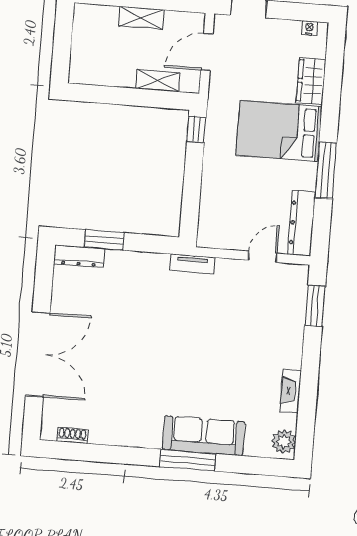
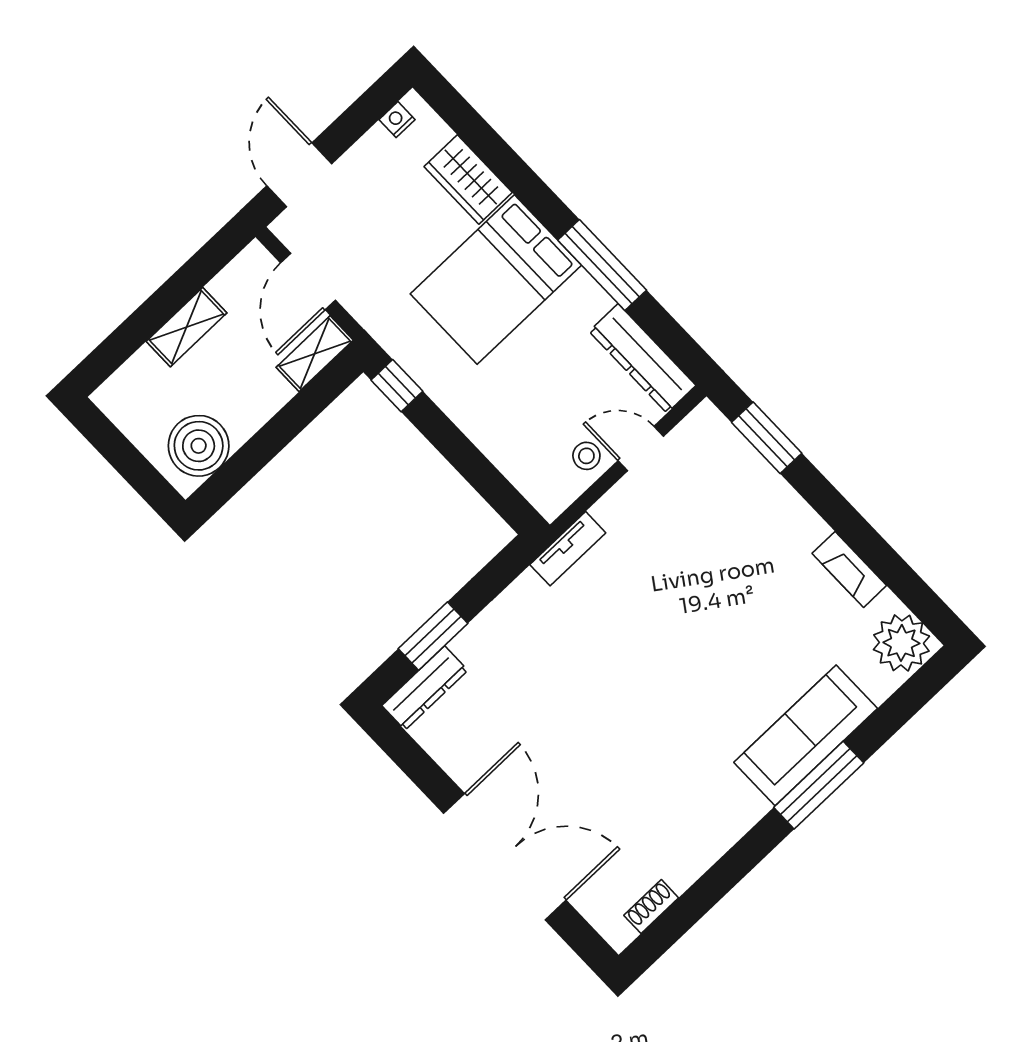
boiler: (96, 68) -> (199, 446), added
shelving: (158, 81) -> (315, 354), moved
stool: (239, 236) -> (586, 456), added
door: (263, 257) -> (641, 449), hinge flipped
plant: (284, 441) -> (901, 643), width x1.36, depth x1.36

